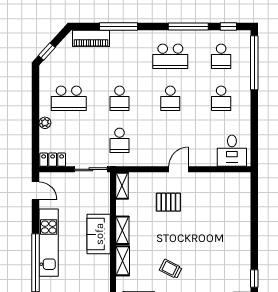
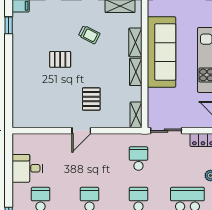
desk: (232, 151) -> (27, 168), moved, turned -90
pallet: (168, 202) -> (91, 99), turned 90
sofa: (99, 234) -> (162, 52), width x1.85, depth x1.27
pallet: (201, 243) -> (60, 59), added

